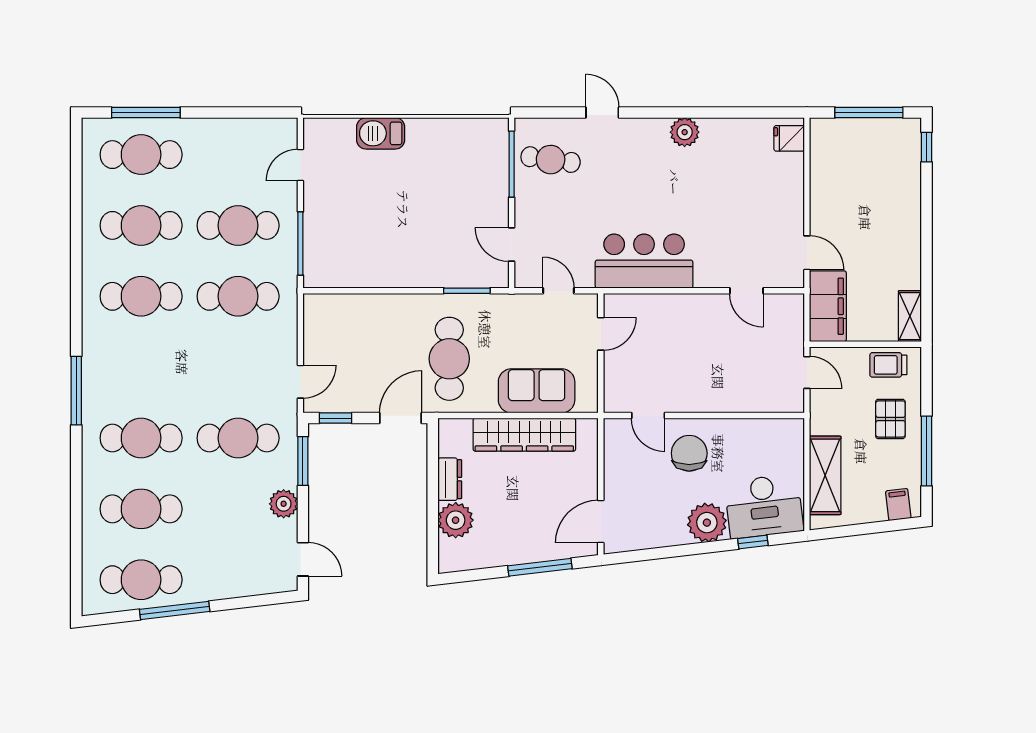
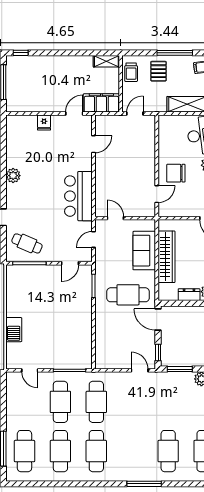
fridge: (789, 138) -> (44, 123), moved
cafe table: (551, 160) -> (27, 243), turned -75
pallet: (890, 419) -> (159, 71), turned 90
cafe table: (238, 438) -> (168, 402), removed

